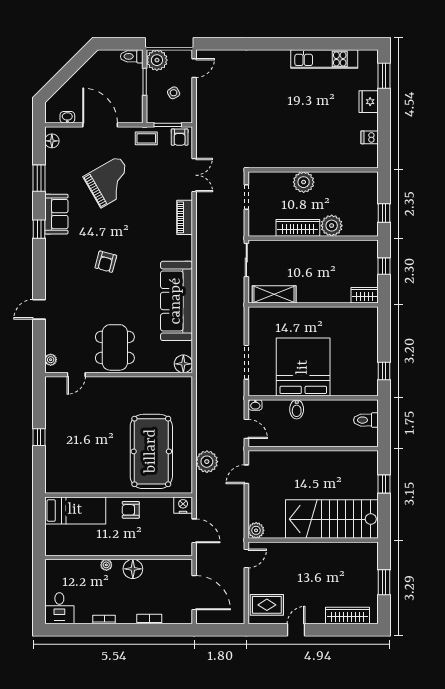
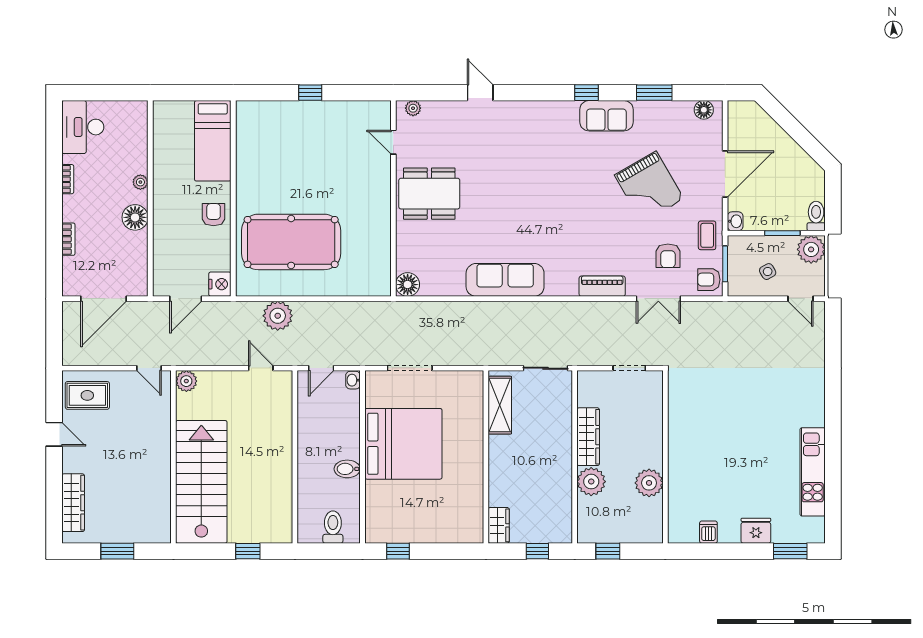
washbasin: (67, 117) -> (735, 221), moved
plant: (304, 182) -> (649, 483), moved
armchair: (106, 262) -> (668, 256), moved, turned -105
sofa: (176, 301) -> (505, 280), width x0.74, depth x0.79
bidet: (297, 409) -> (347, 469), moved
rug: (267, 605) -> (87, 395), turned 90
desk: (59, 608) -> (83, 127), width x1.37

